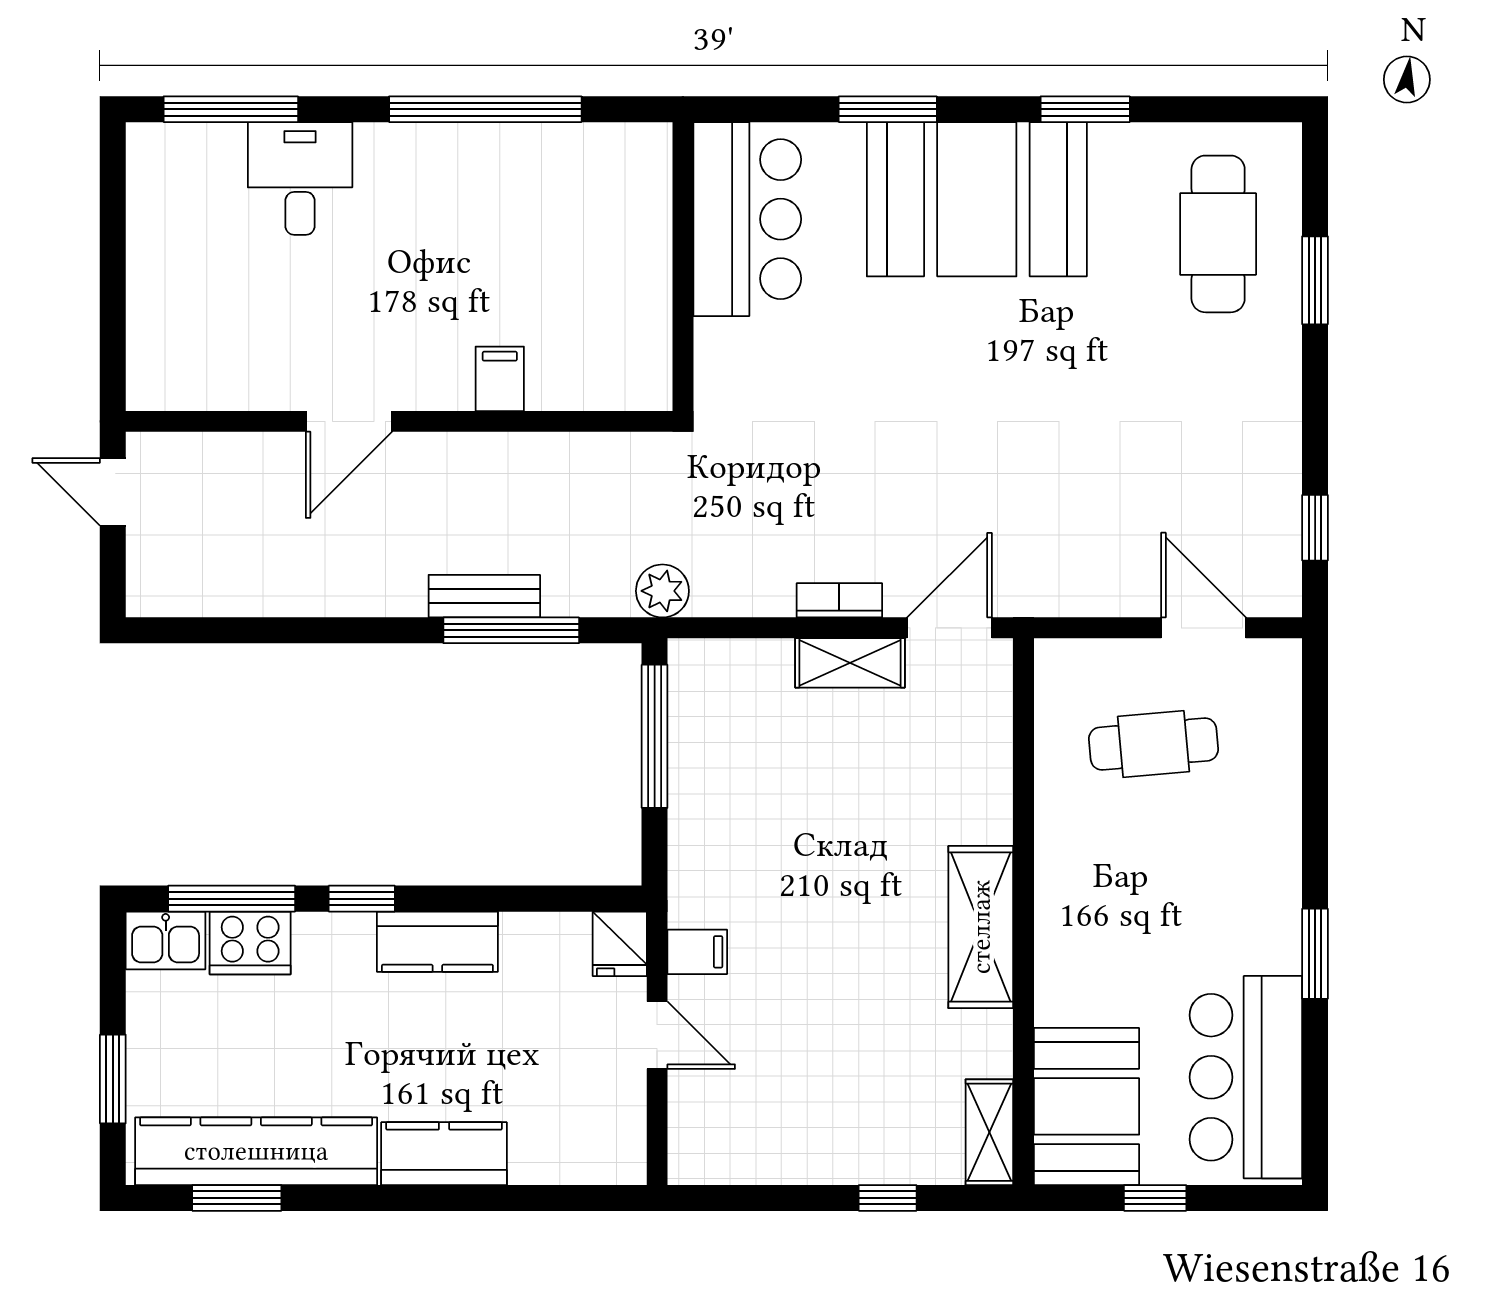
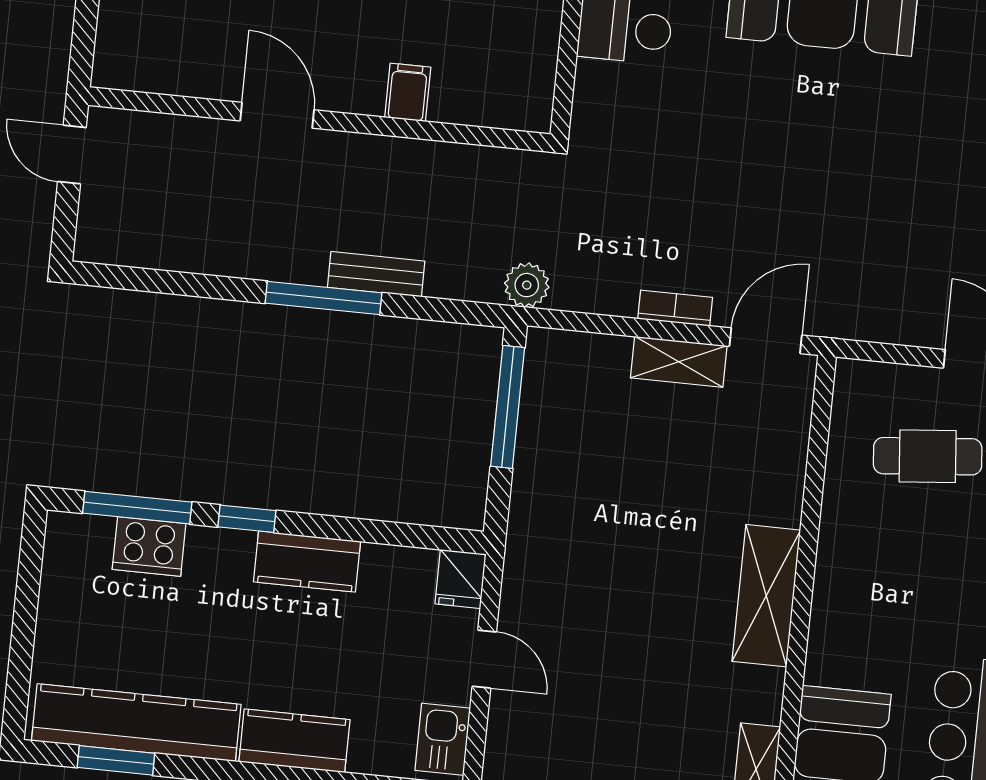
door: (349, 421) -> (277, 115), swing flipped
window: (511, 630) -> (324, 298), moved
kitchen sink: (166, 940) -> (443, 739), moved, turned 90
filing cabinet: (697, 952) -> (525, 592), removed
window: (113, 1079) -> (22, 649), removed

